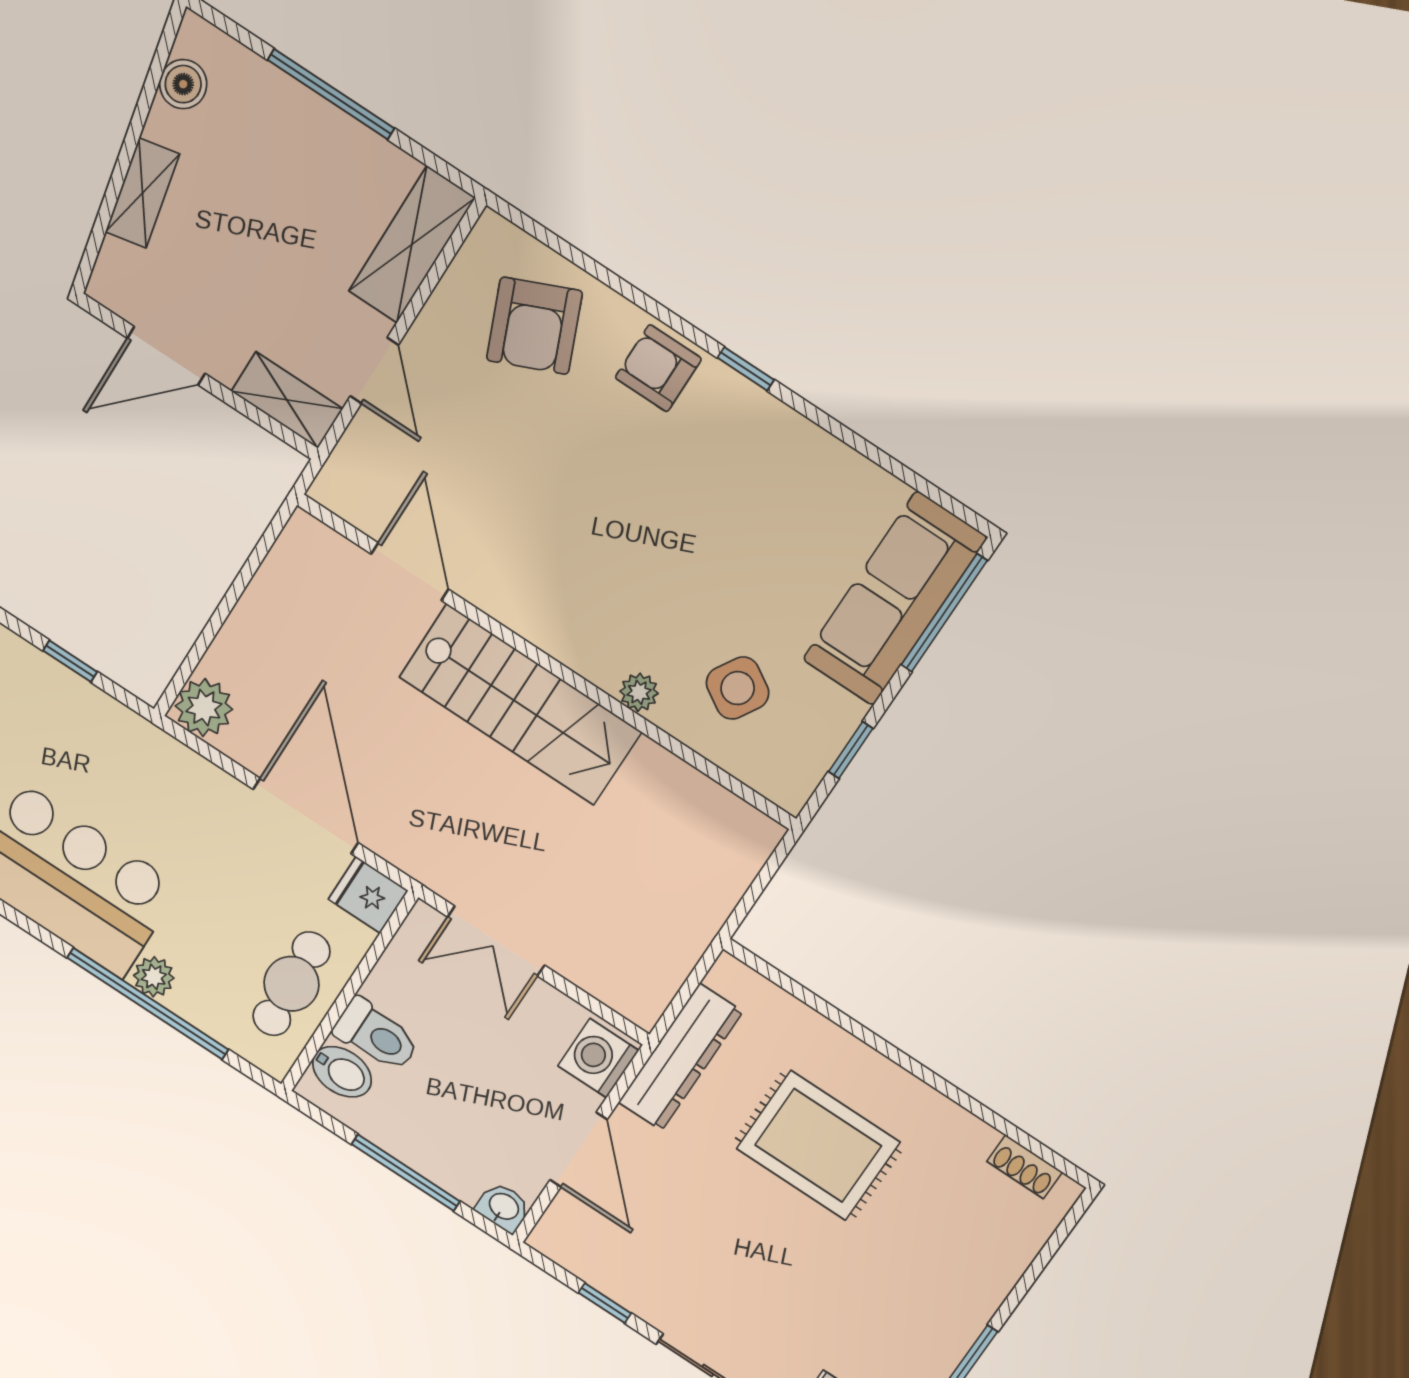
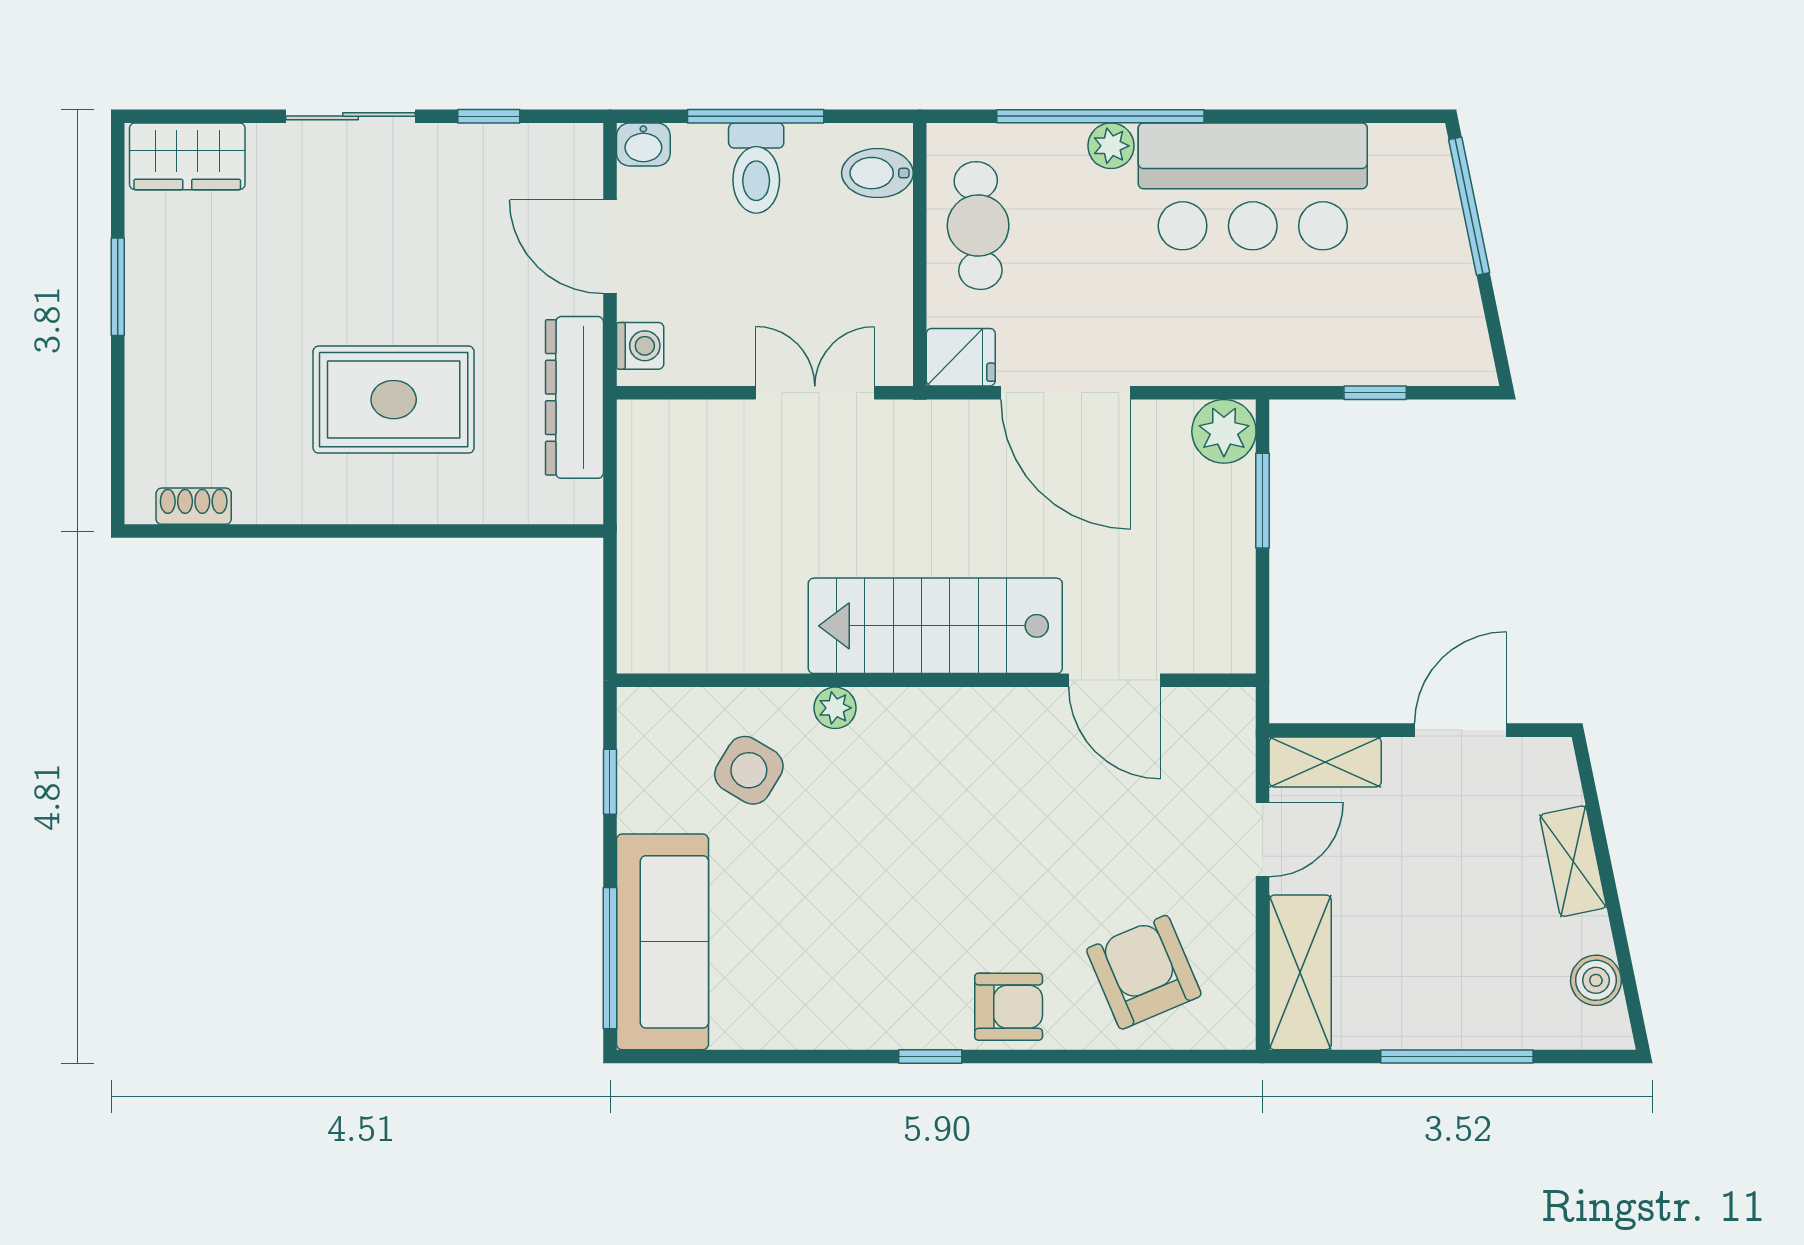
door: (374, 371) -> (1263, 840), swing flipped
window: (208, 635) -> (1263, 501), added
toilet: (376, 1035) -> (756, 168), moved, turned -90
washing machine: (598, 1058) -> (640, 346), width x0.73, depth x0.73

